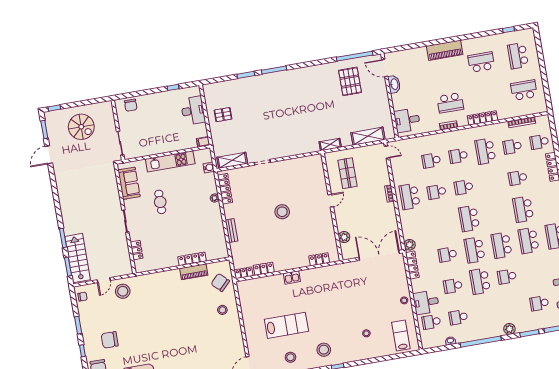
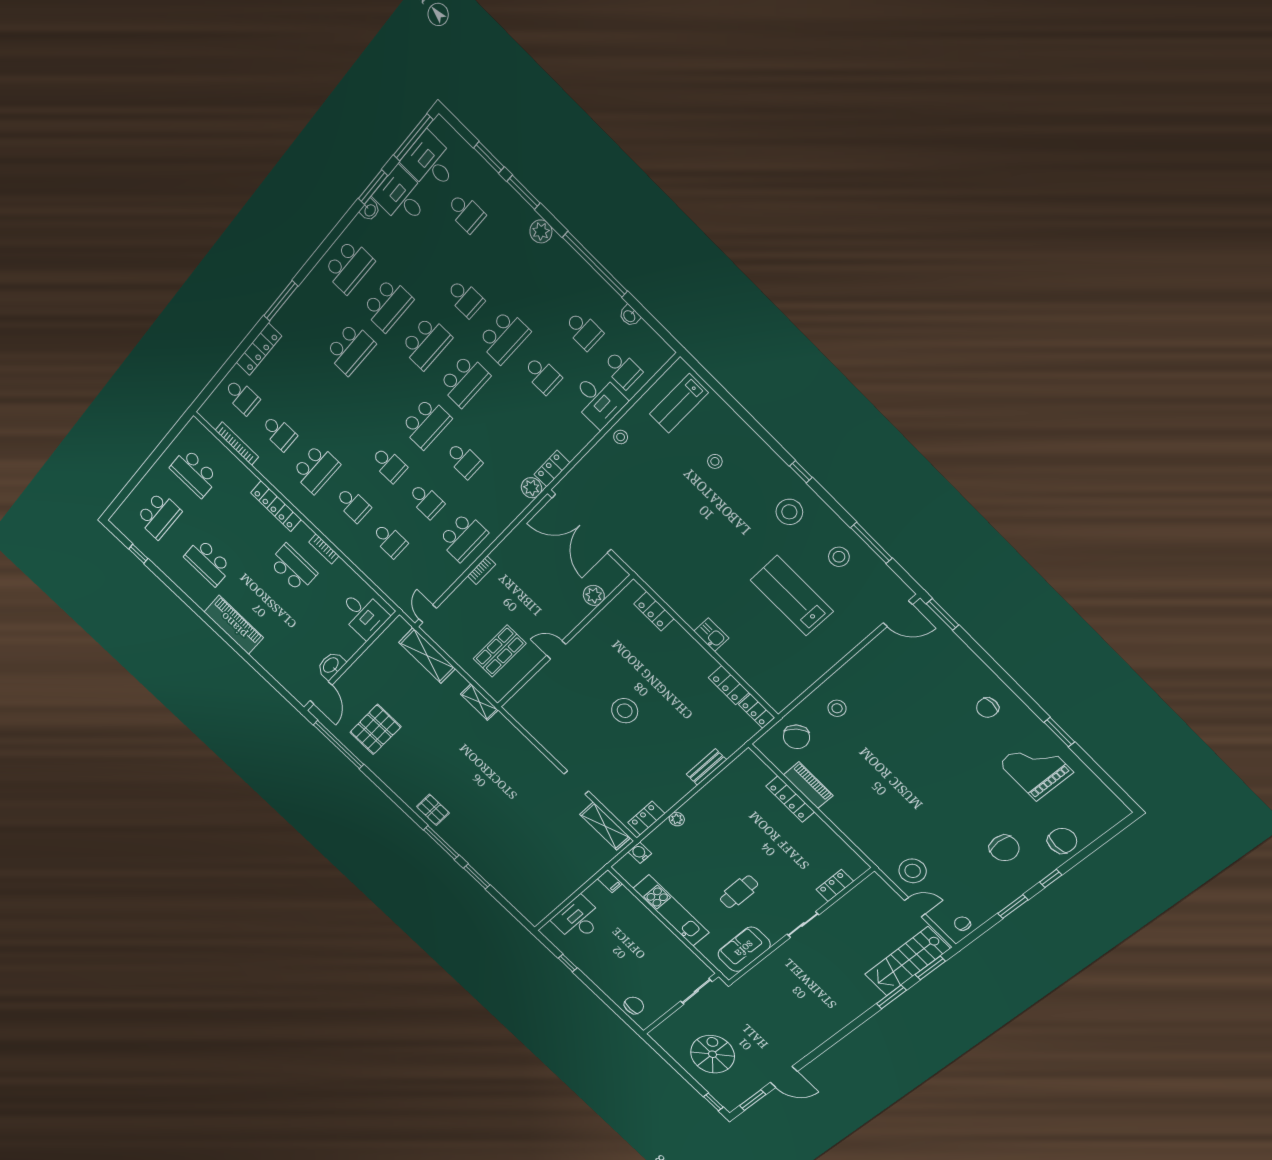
pallet: (223, 115) -> (433, 810), moved
school desk: (518, 178) -> (314, 391), removed
locker: (225, 189) -> (646, 818), width x0.66
school desk: (448, 255) -> (464, 460), moved
locker: (412, 265) -> (552, 469), width x0.66

